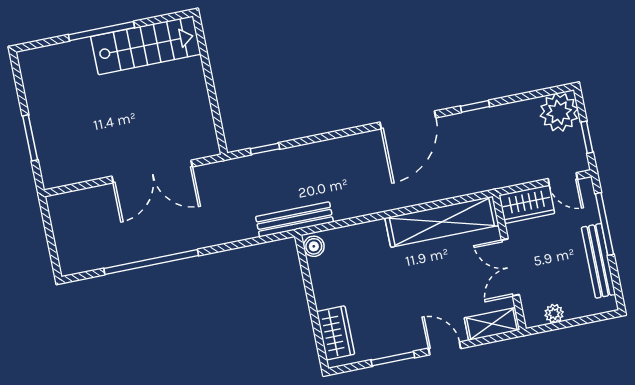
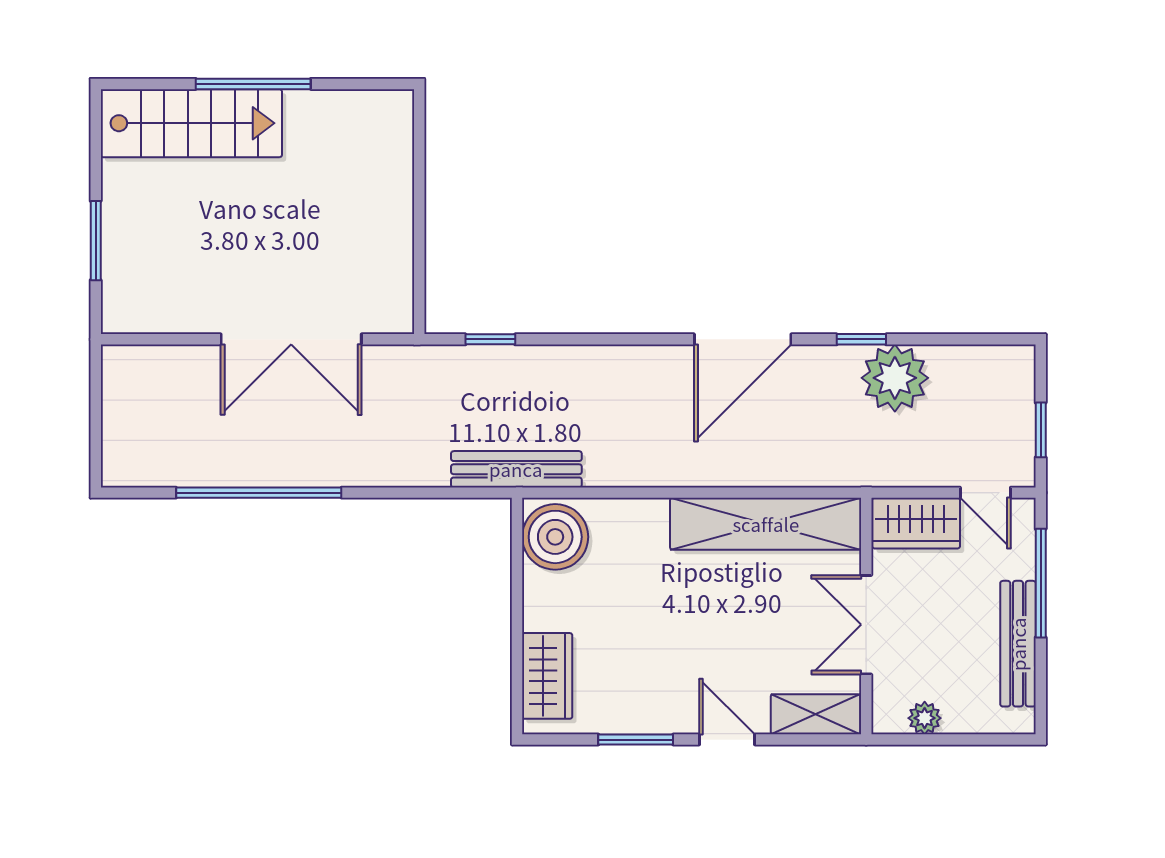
stairs: (146, 45) -> (191, 123), moved
plant: (559, 112) -> (895, 378), moved
boiler: (314, 246) -> (555, 537), width x1.86, depth x1.86

